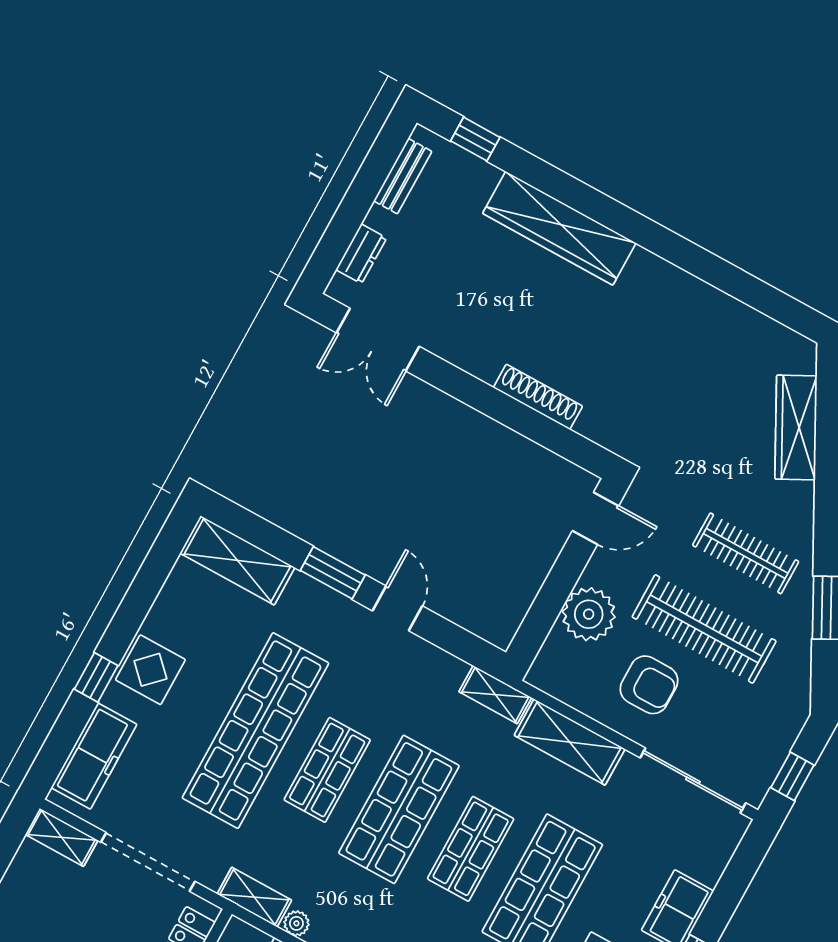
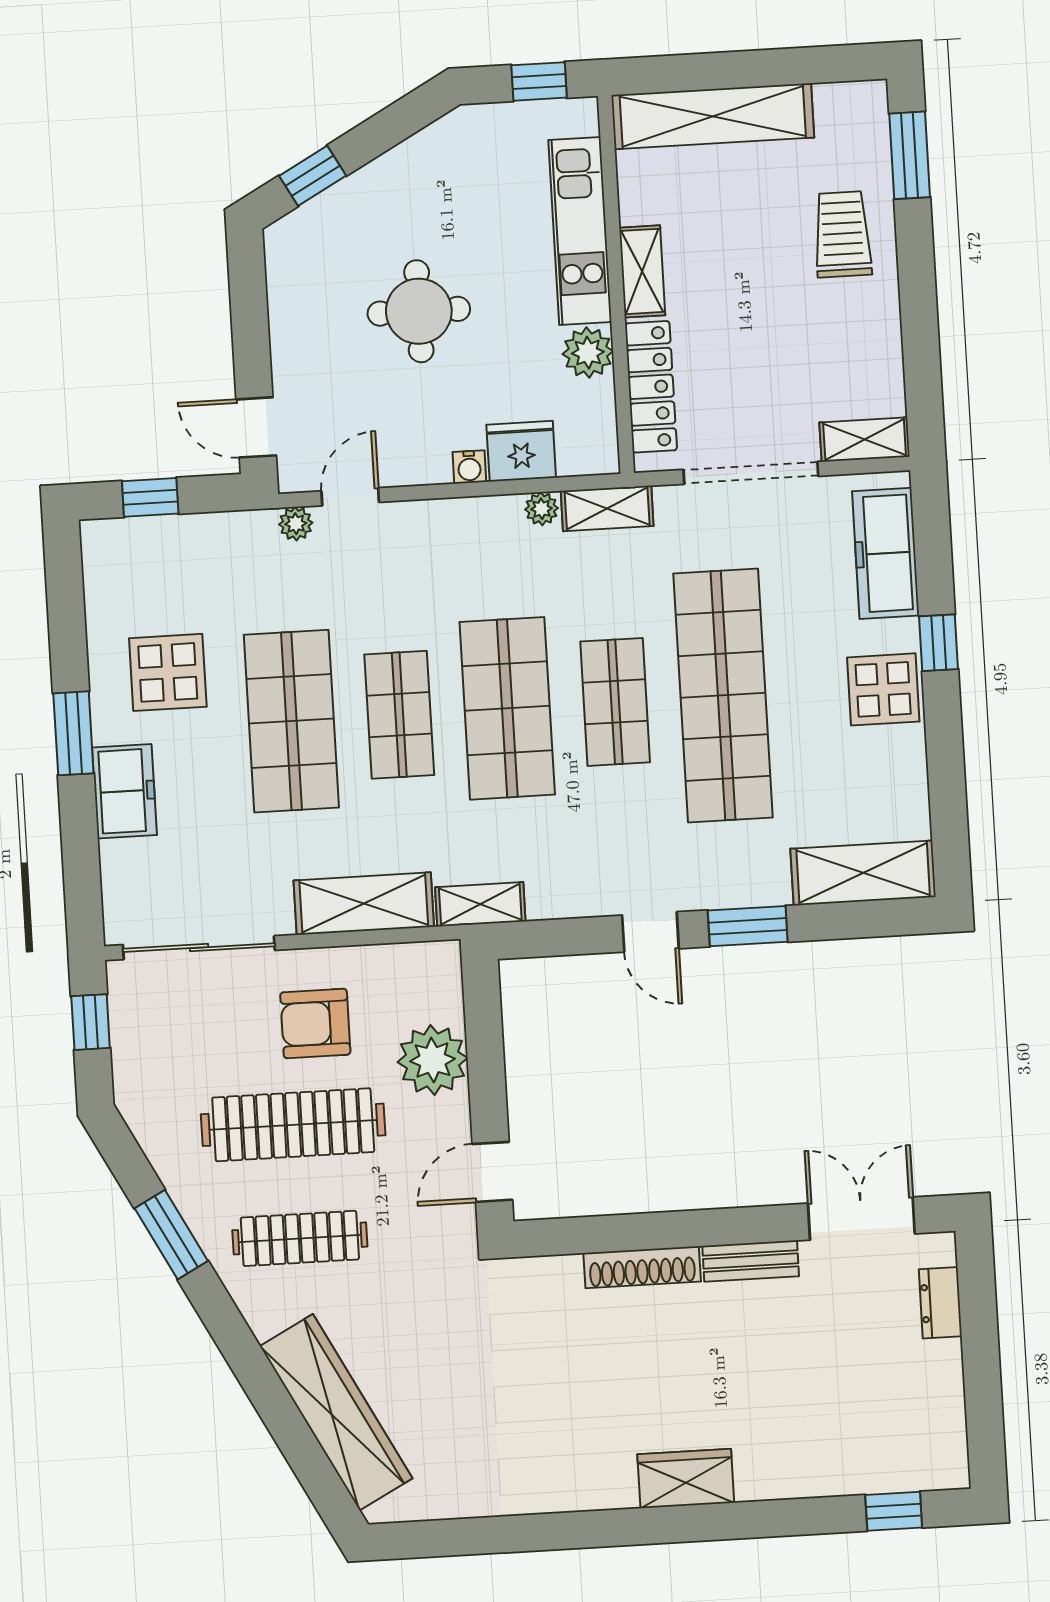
bench: (403, 176) -> (751, 1261), moved, turned 90
wardrobe: (559, 228) -> (686, 1478), width x0.48, depth x0.85
wardrobe: (796, 427) -> (336, 1412), width x1.40, depth x1.17

